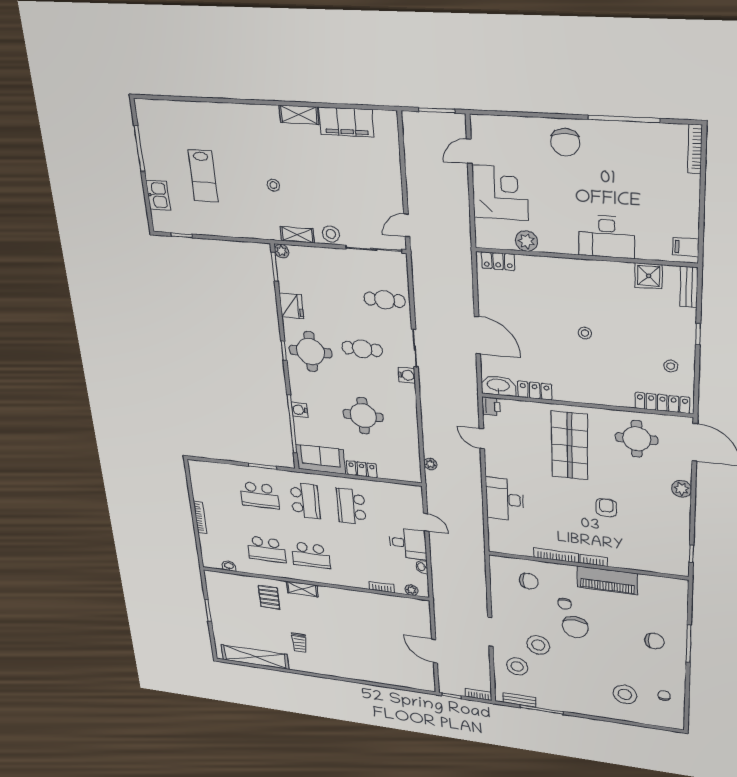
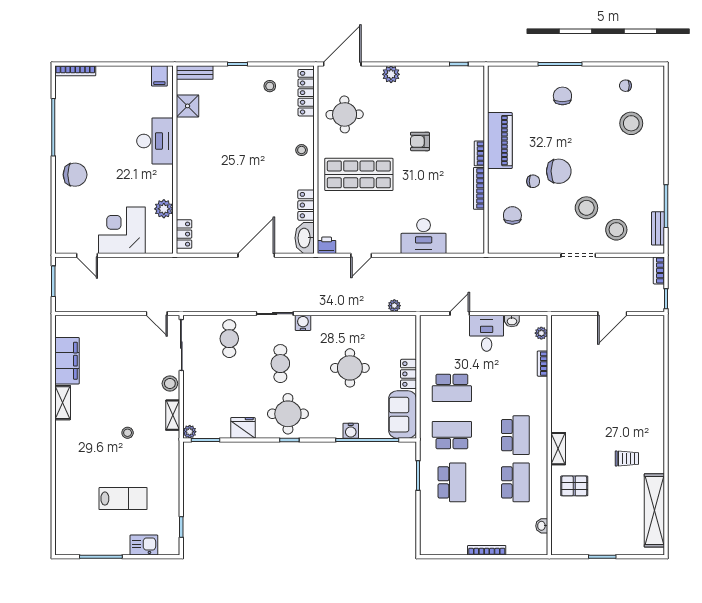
stool: (585, 333) -> (302, 150), moved

